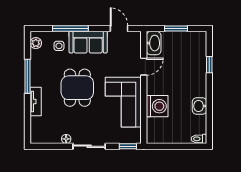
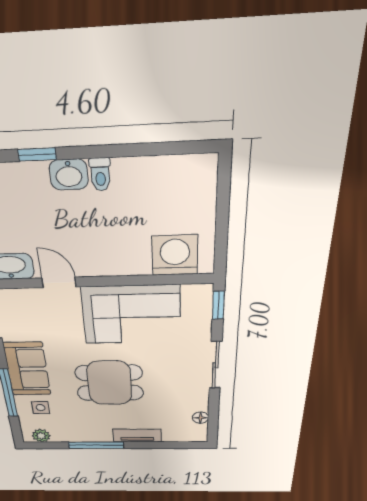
washing machine: (157, 106) -> (175, 255), moved
washbasin: (200, 106) -> (69, 175), moved
floor lamp: (66, 139) -> (200, 418), moved
toilet: (199, 139) -> (100, 174), moved

